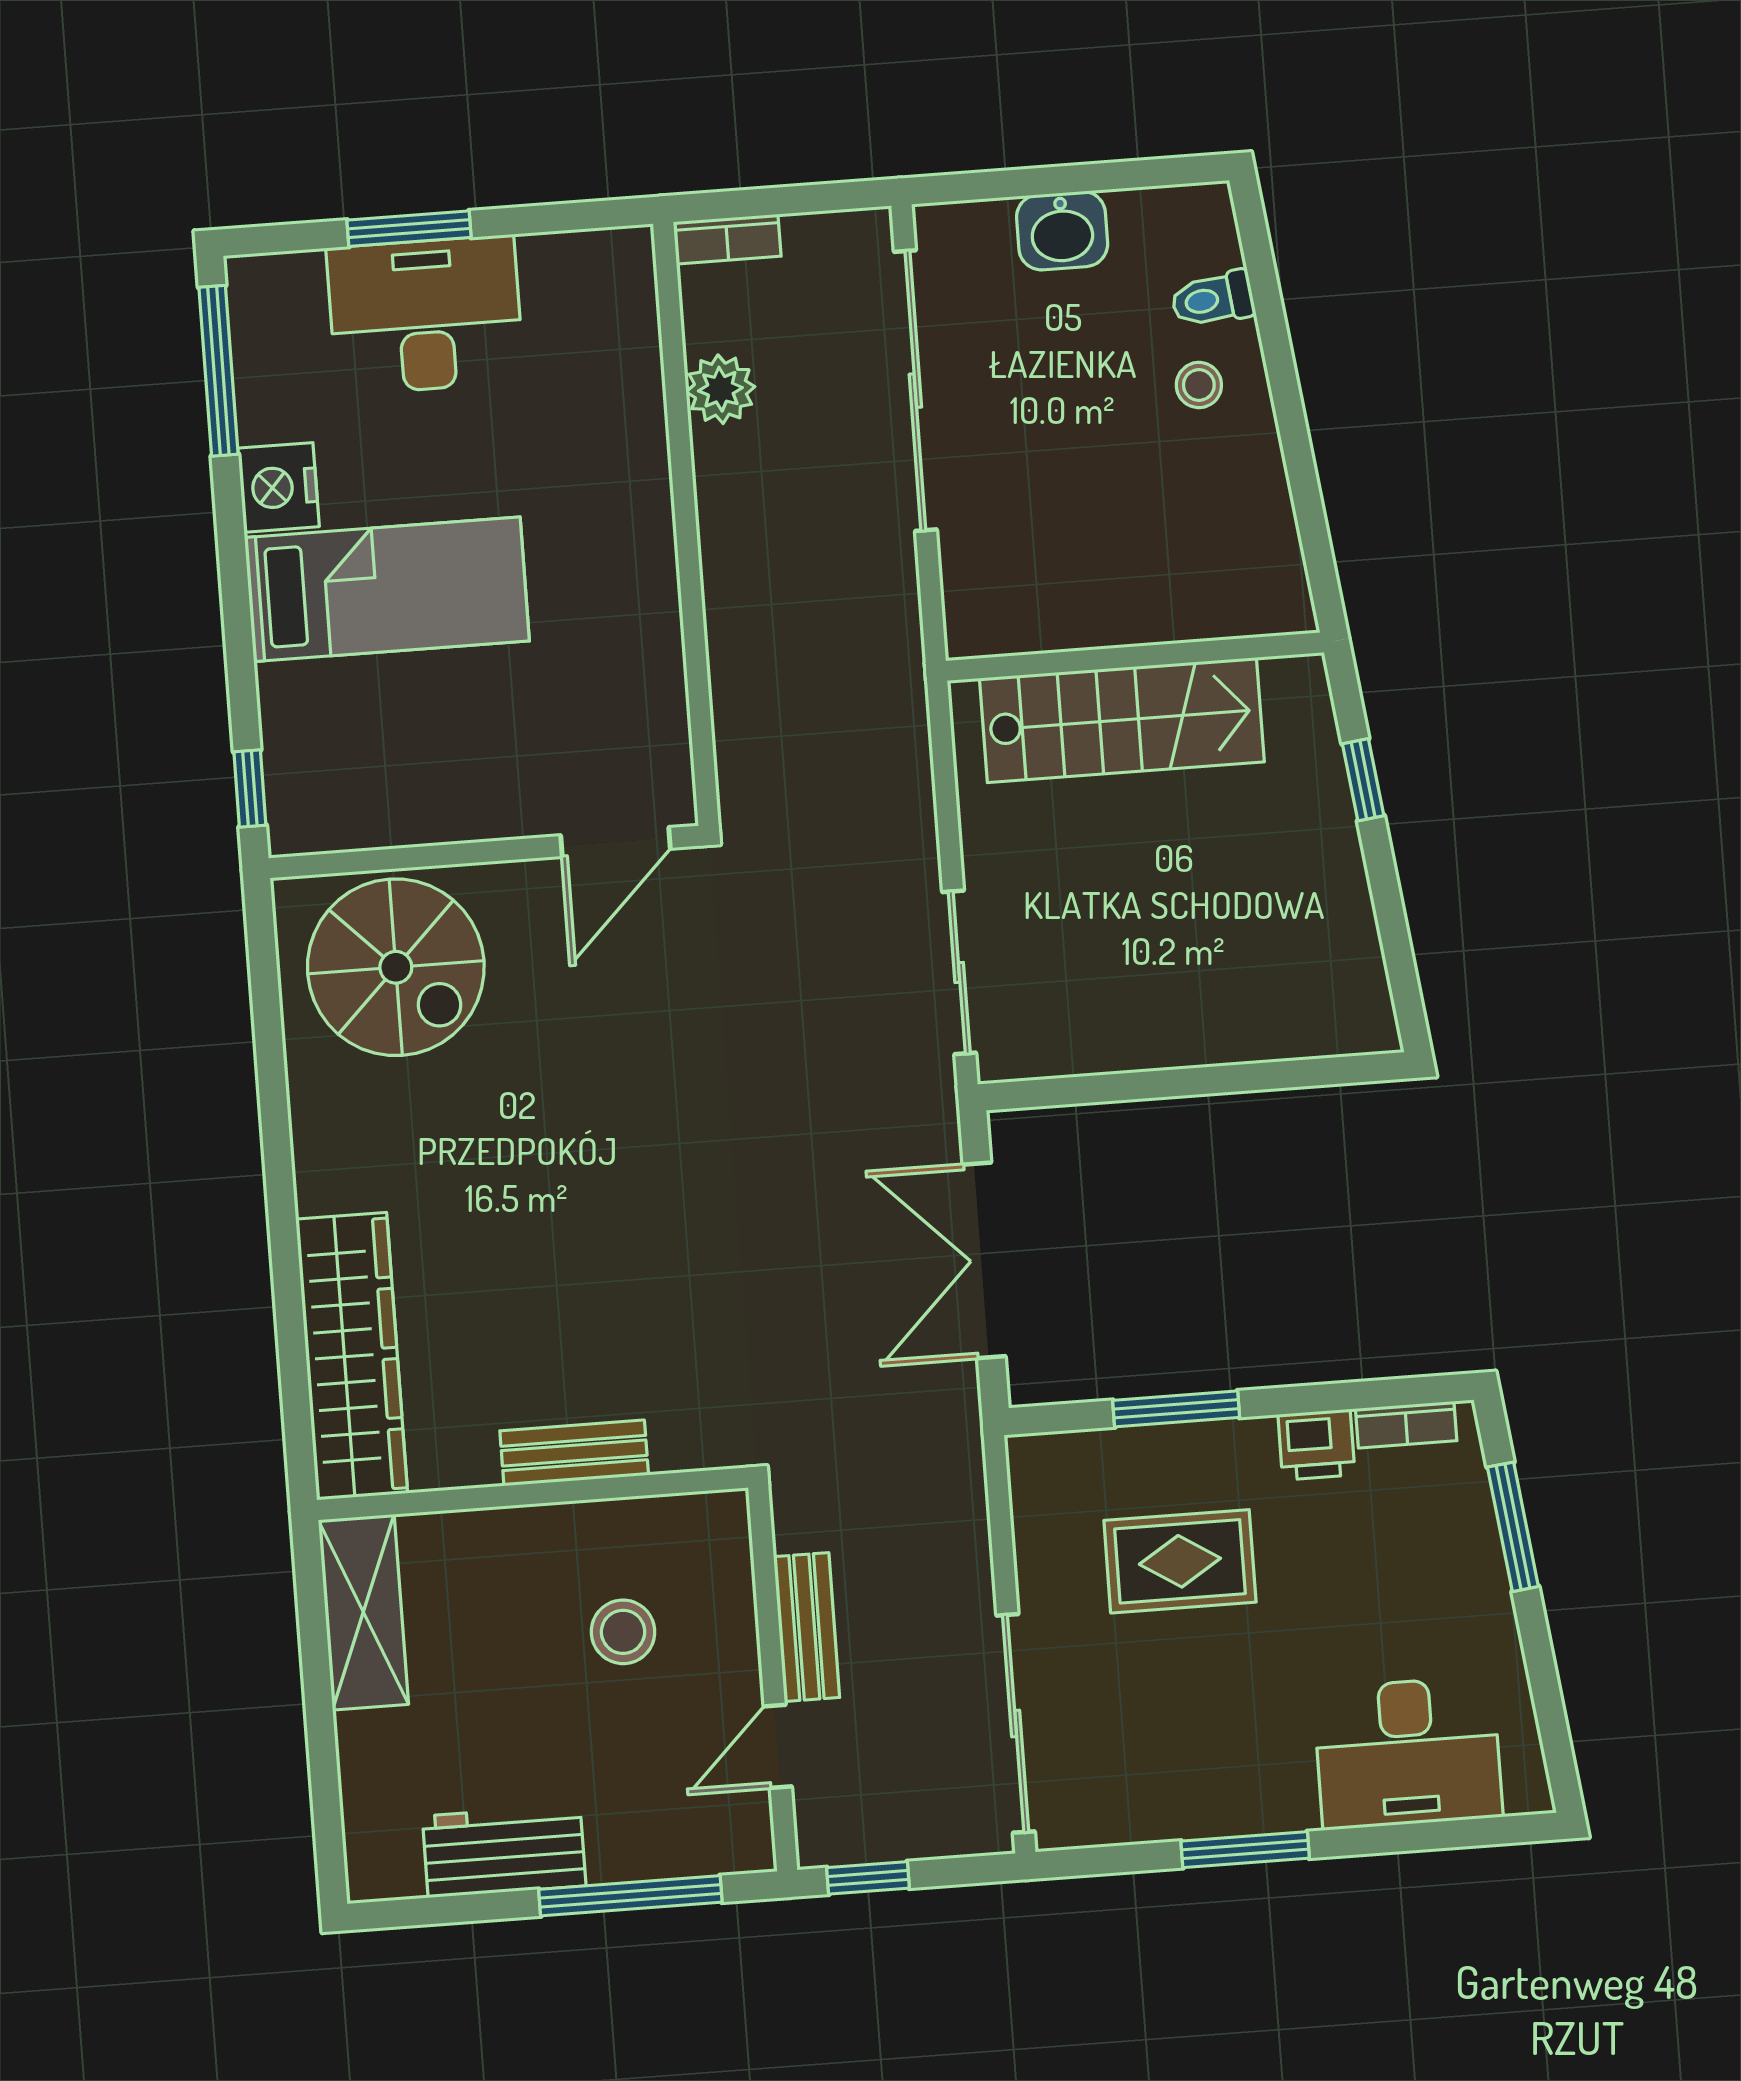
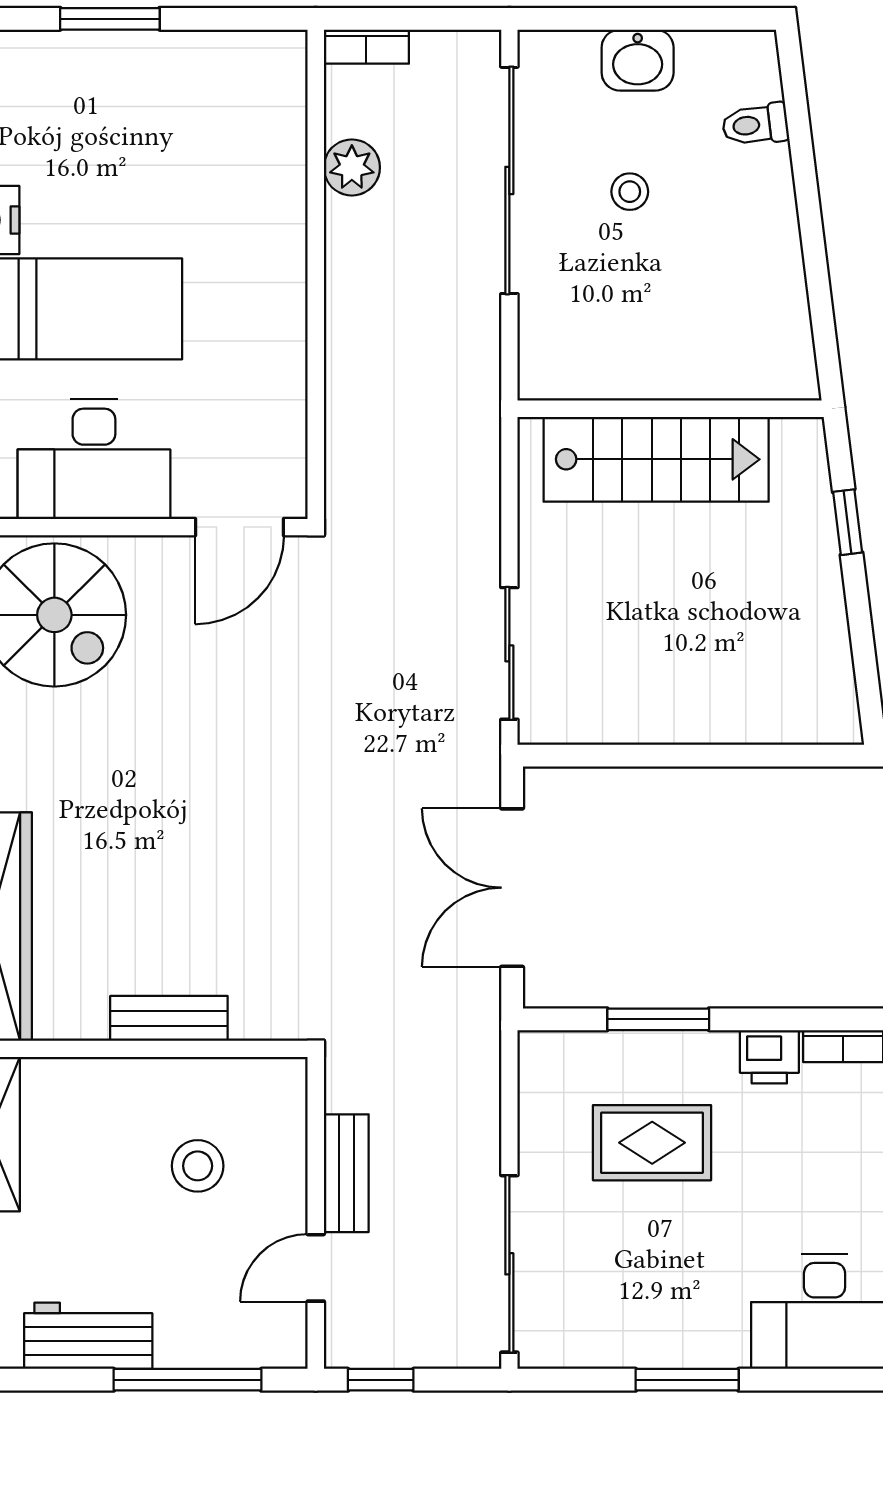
desk: (425, 315) -> (94, 459), moved, turned 180
stool: (1199, 385) -> (630, 192), moved

